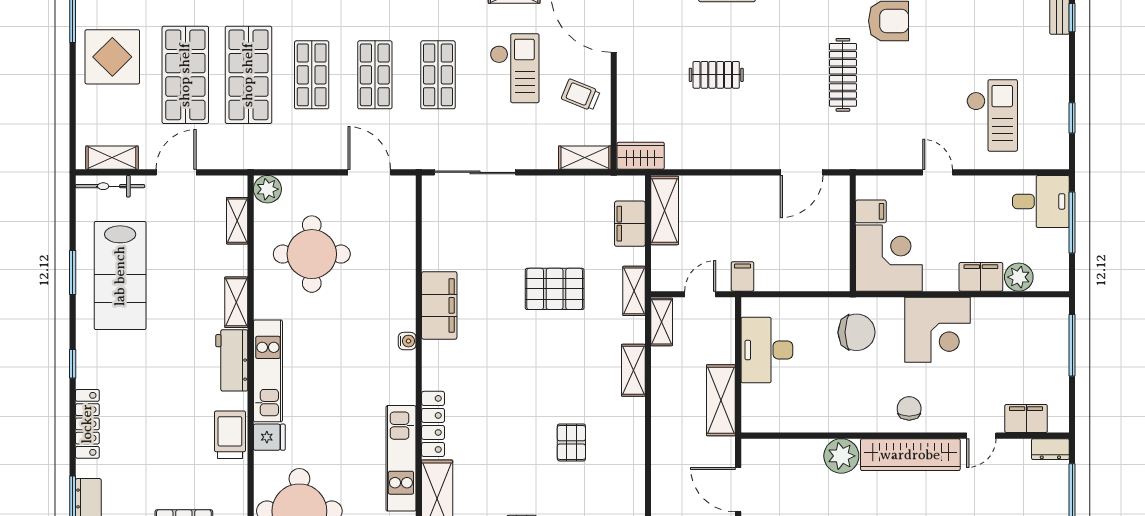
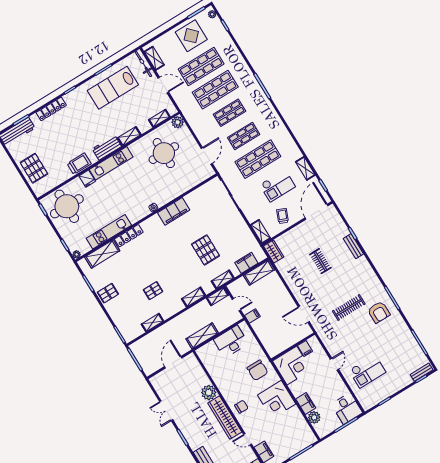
shop shelf: (438, 75) -> (258, 159), width x1.43, depth x1.36
shelving: (634, 483) -> (152, 323), added

